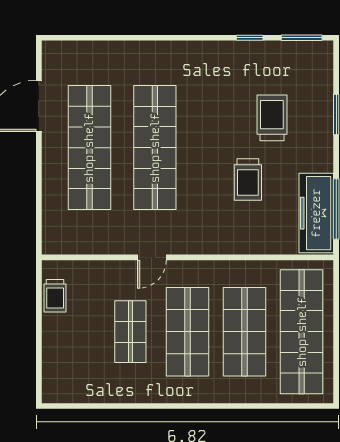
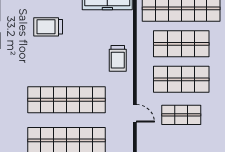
trolley: (248, 180) -> (118, 58), moved, turned 90
door: (152, 257) -> (135, 113), moved

